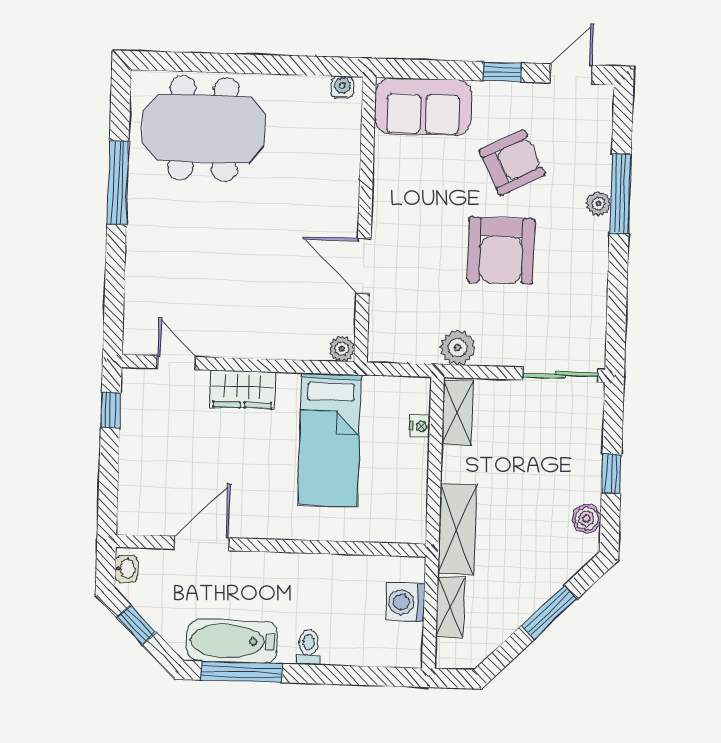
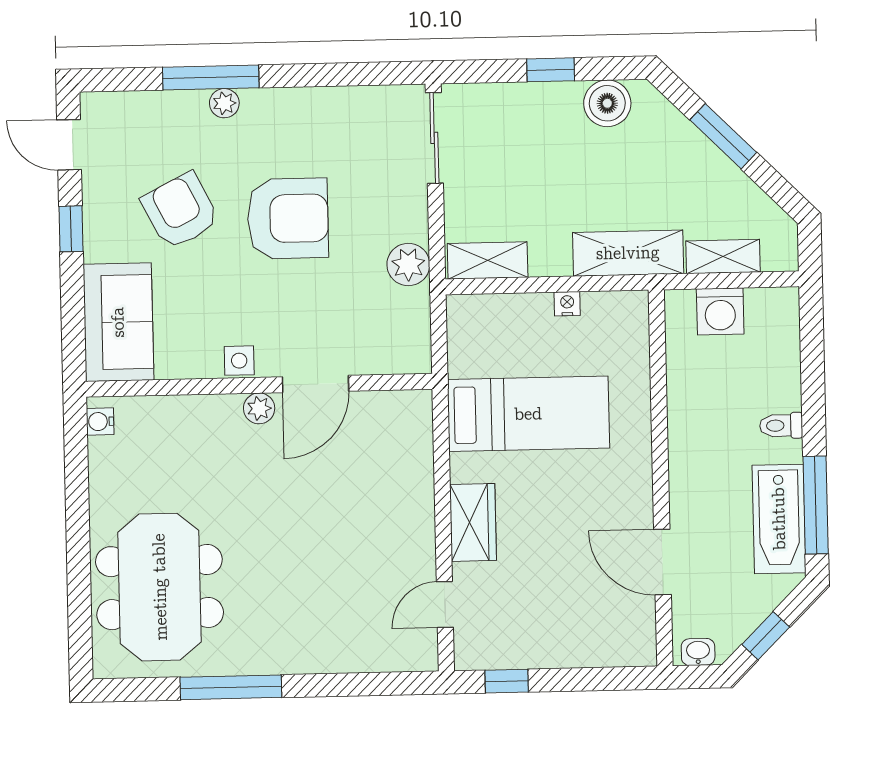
side table: (386, 204) -> (239, 361), added
plant: (342, 349) -> (259, 408), moved
nightstand: (420, 426) -> (567, 304), moved
boiler: (587, 519) -> (607, 103), width x1.36, depth x1.36

